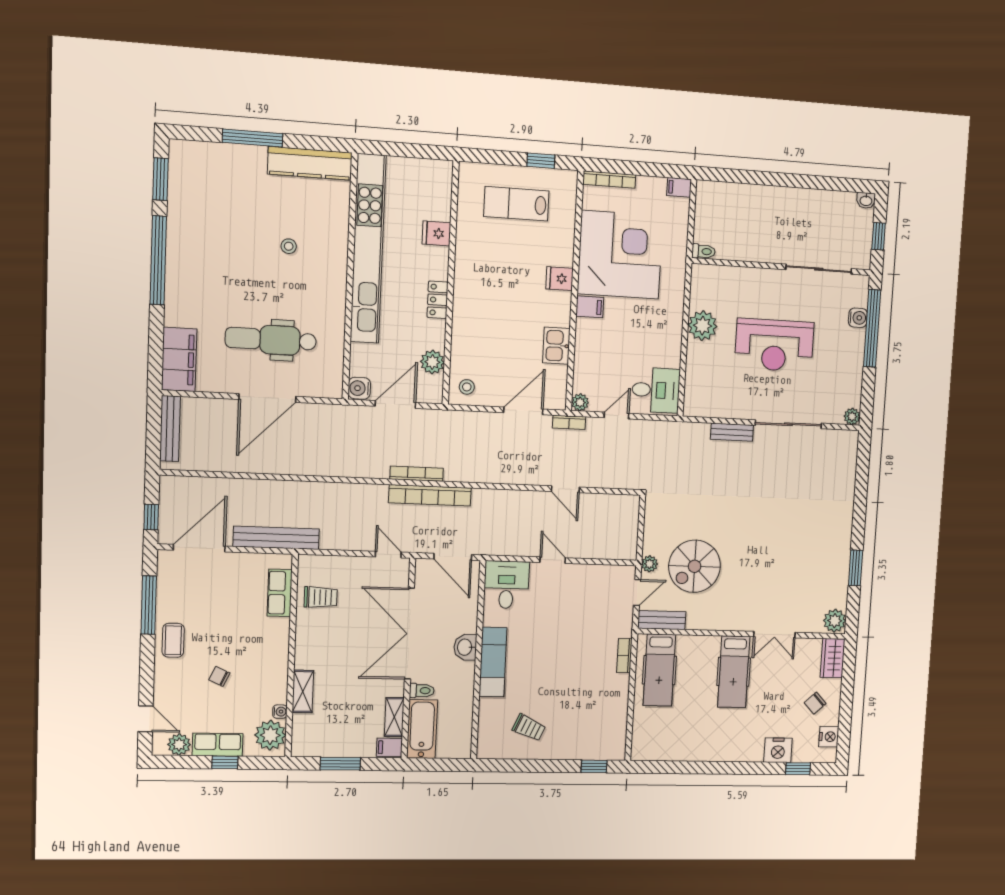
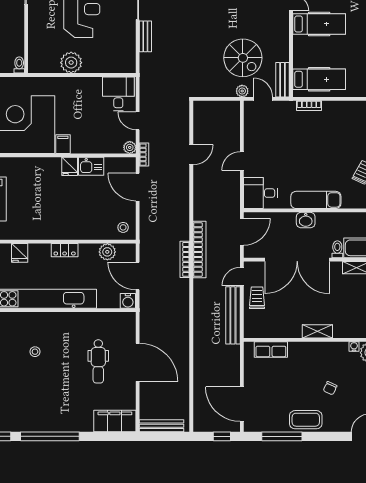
fridge: (560, 279) -> (70, 166), moved
dental chair: (271, 340) -> (98, 361), width x0.73, depth x0.72
bench: (276, 538) -> (233, 315), moved
trolley: (321, 597) -> (257, 298), moved
coffee table: (173, 640) -> (306, 420), width x1.36, depth x1.30
shelving: (303, 691) -> (317, 331), moved

